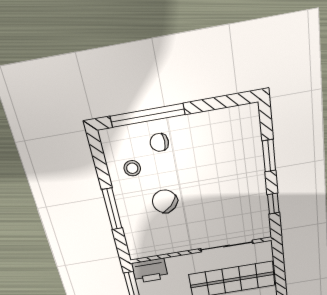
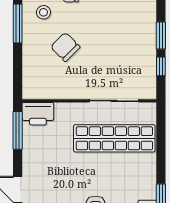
window: (269, 156) -> (161, 36), moved
window: (112, 209) -> (18, 23), moved

